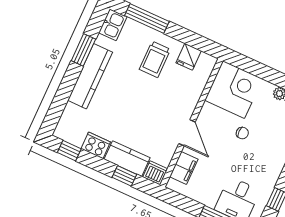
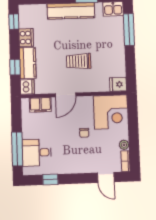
fridge: (189, 57) -> (118, 84), moved
trolley: (155, 59) -> (79, 61), moved

